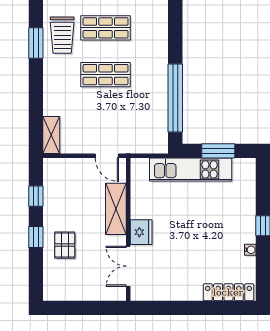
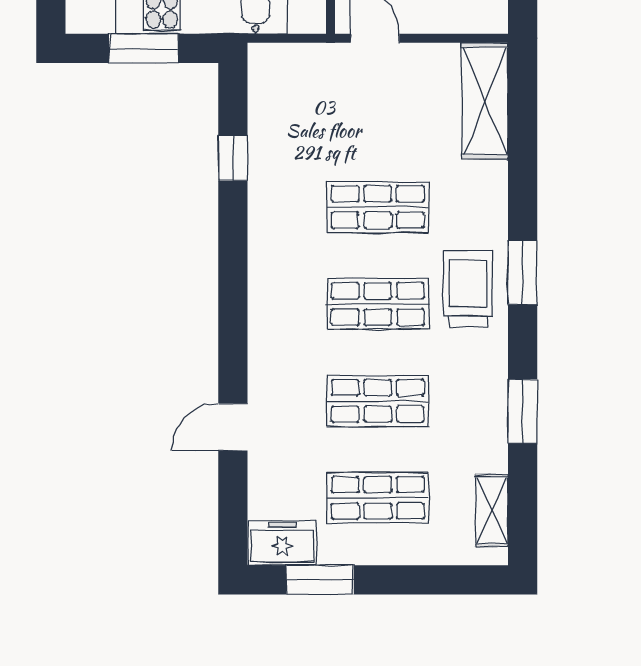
window: (175, 98) -> (233, 158), width x0.32
shelving: (51, 135) -> (485, 101), width x1.50, depth x1.33

